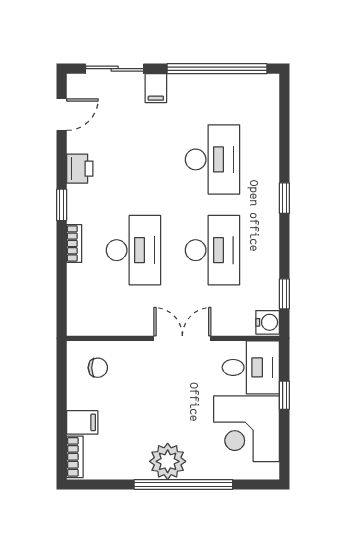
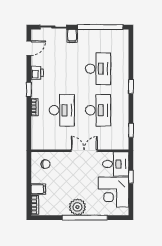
water cooler: (268, 322) -> (123, 143), removed

